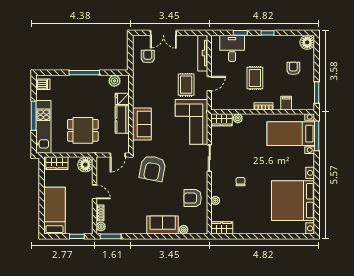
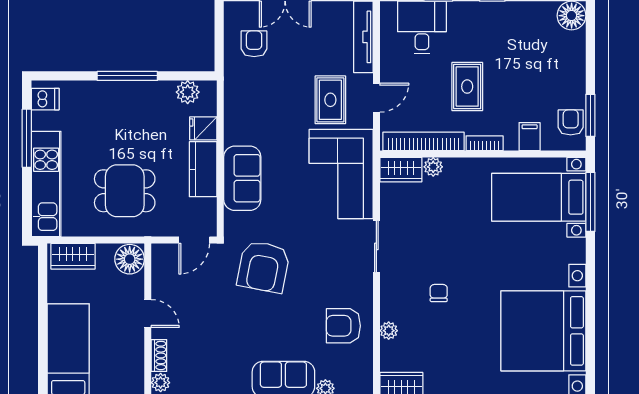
armchair: (293, 68) -> (571, 122), moved
bookcase: (233, 106) -> (424, 141), added
window: (34, 116) -> (27, 138), moved

